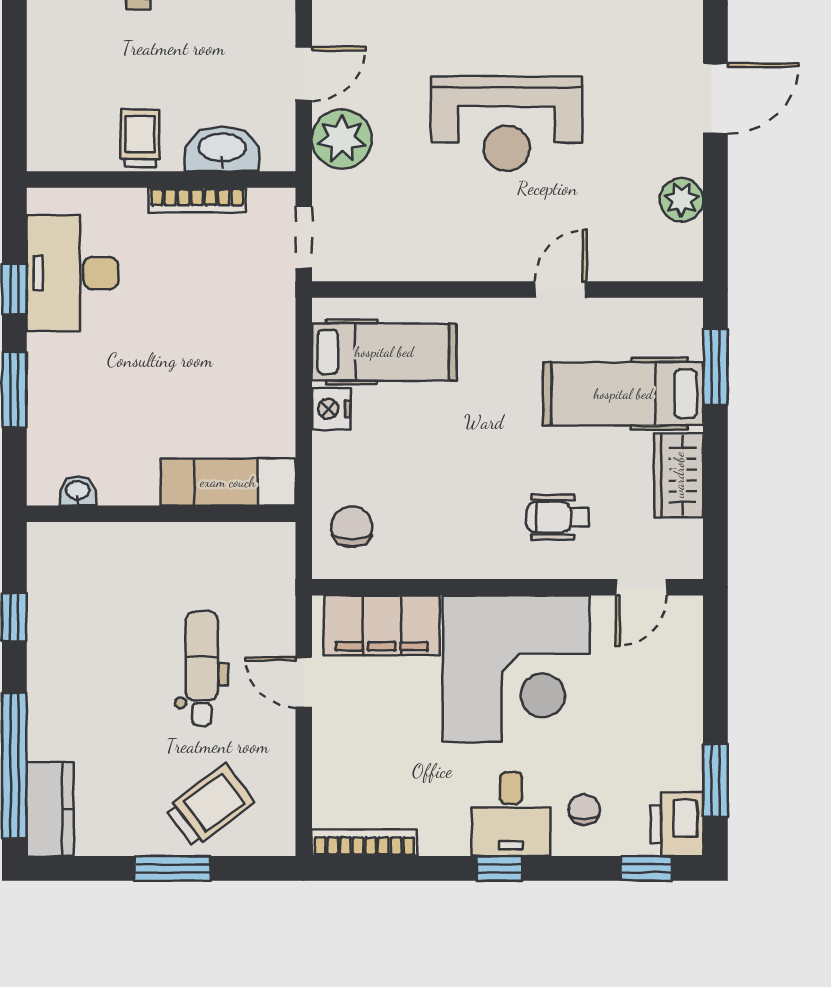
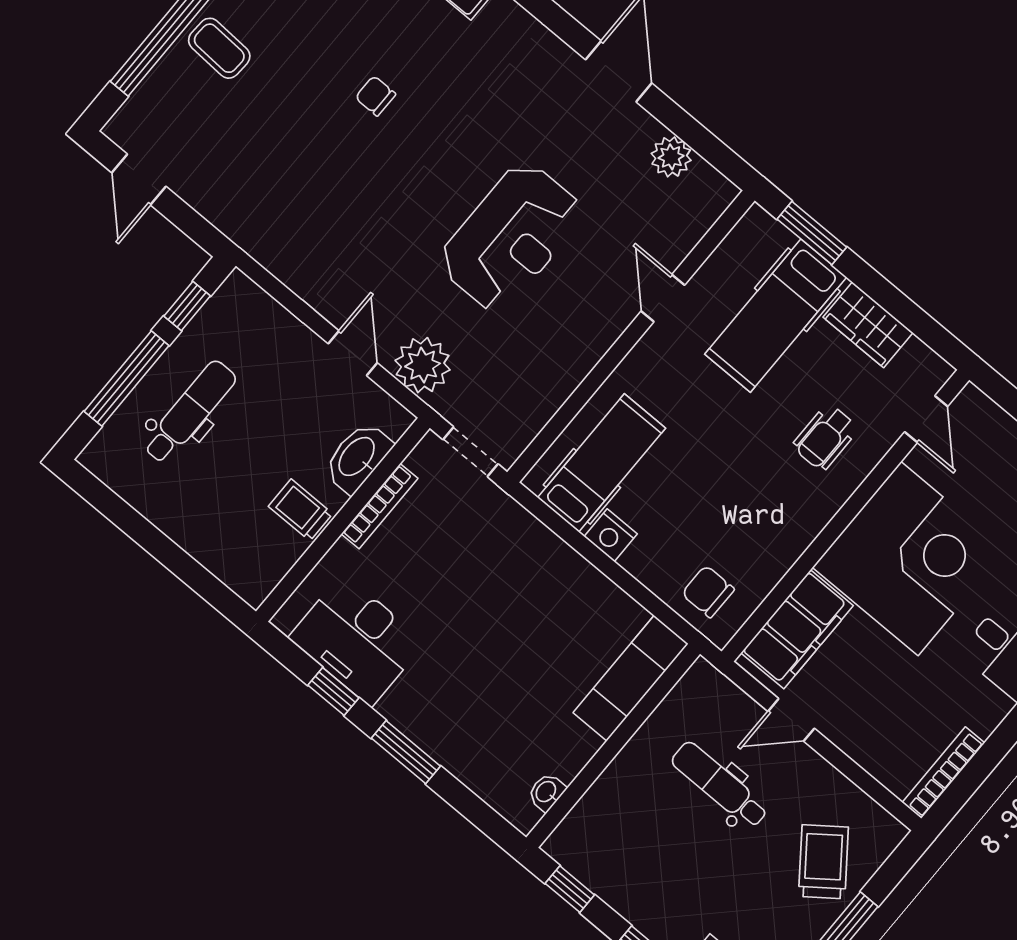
exam couch: (228, 482) -> (631, 678), moved
washbasin: (78, 491) -> (546, 792), moved
wall: (161, 514) -> (613, 746), moved

